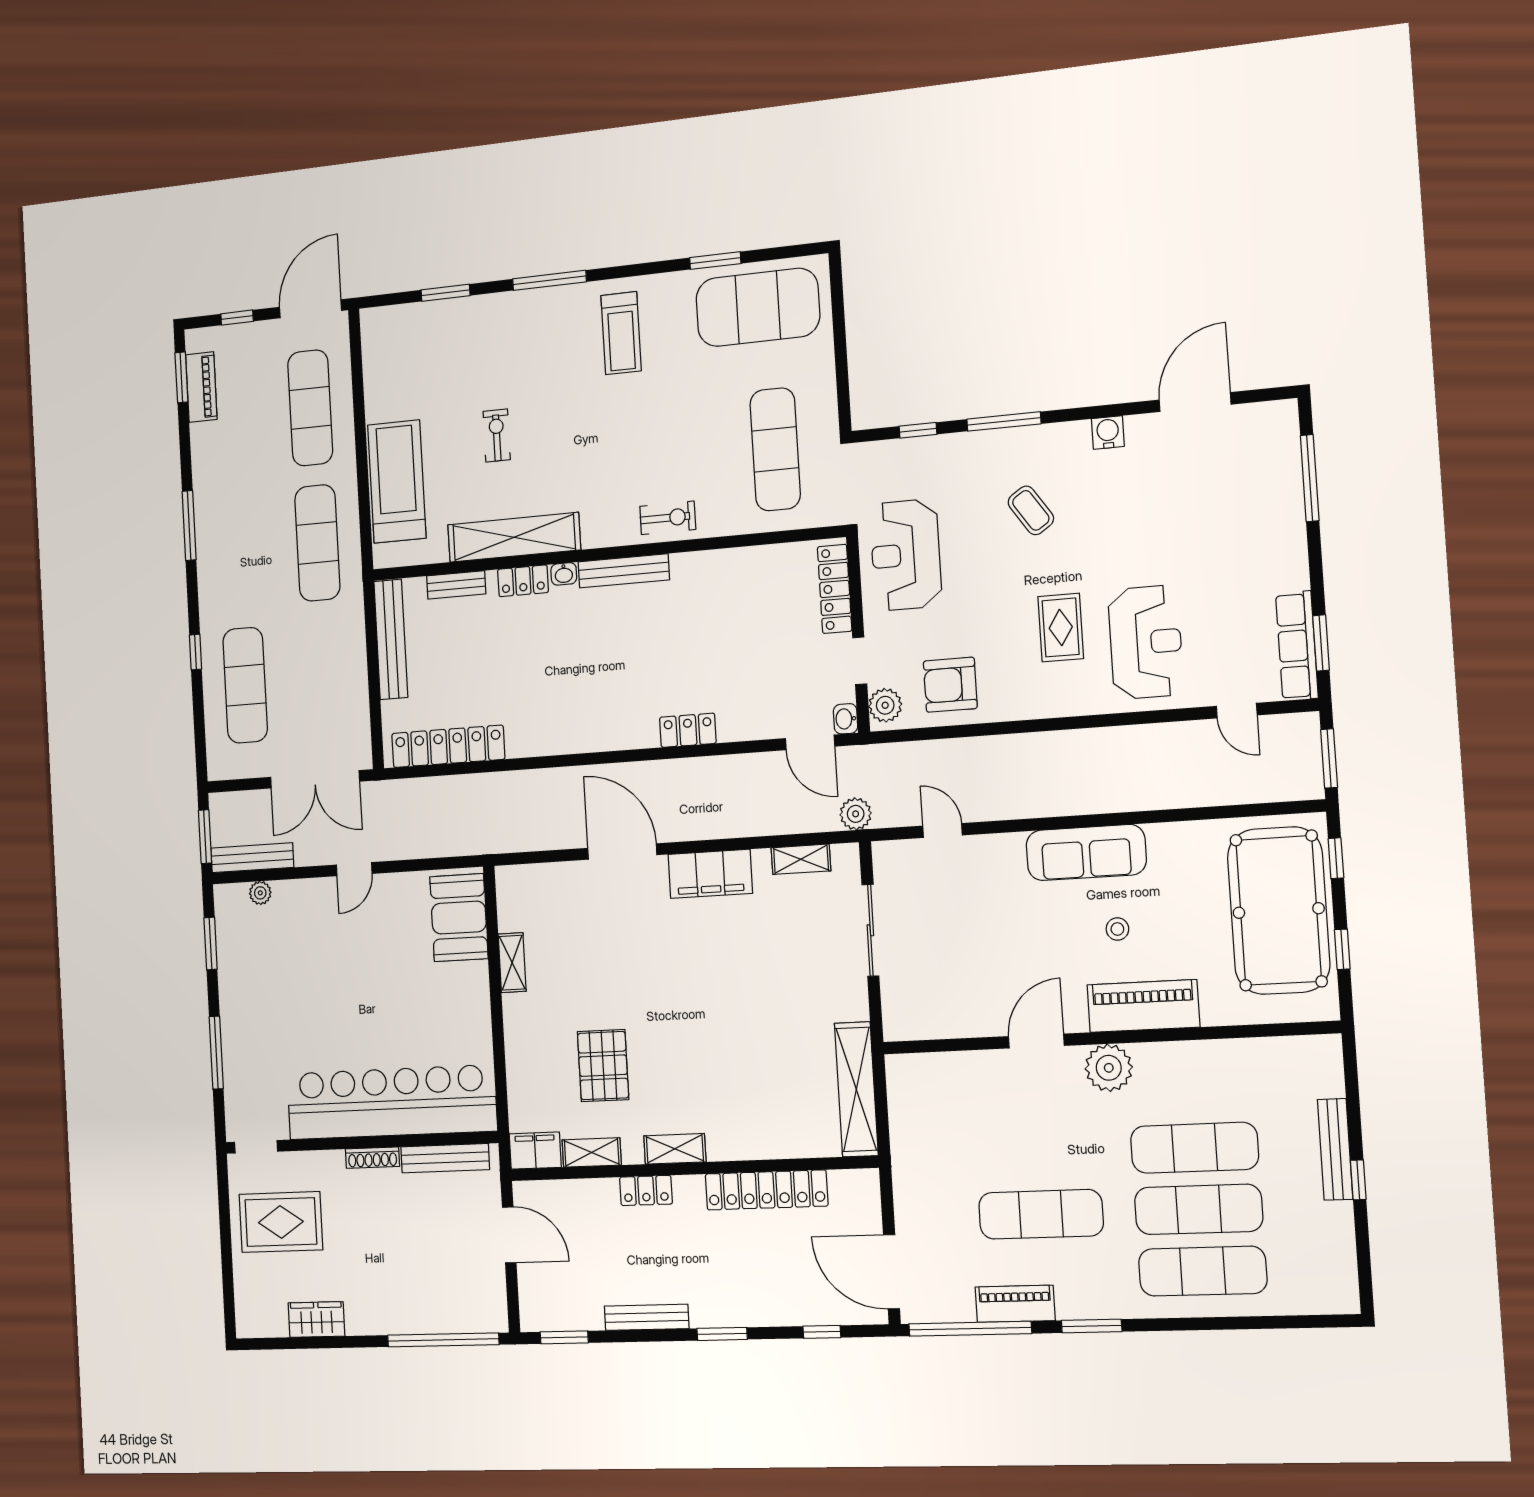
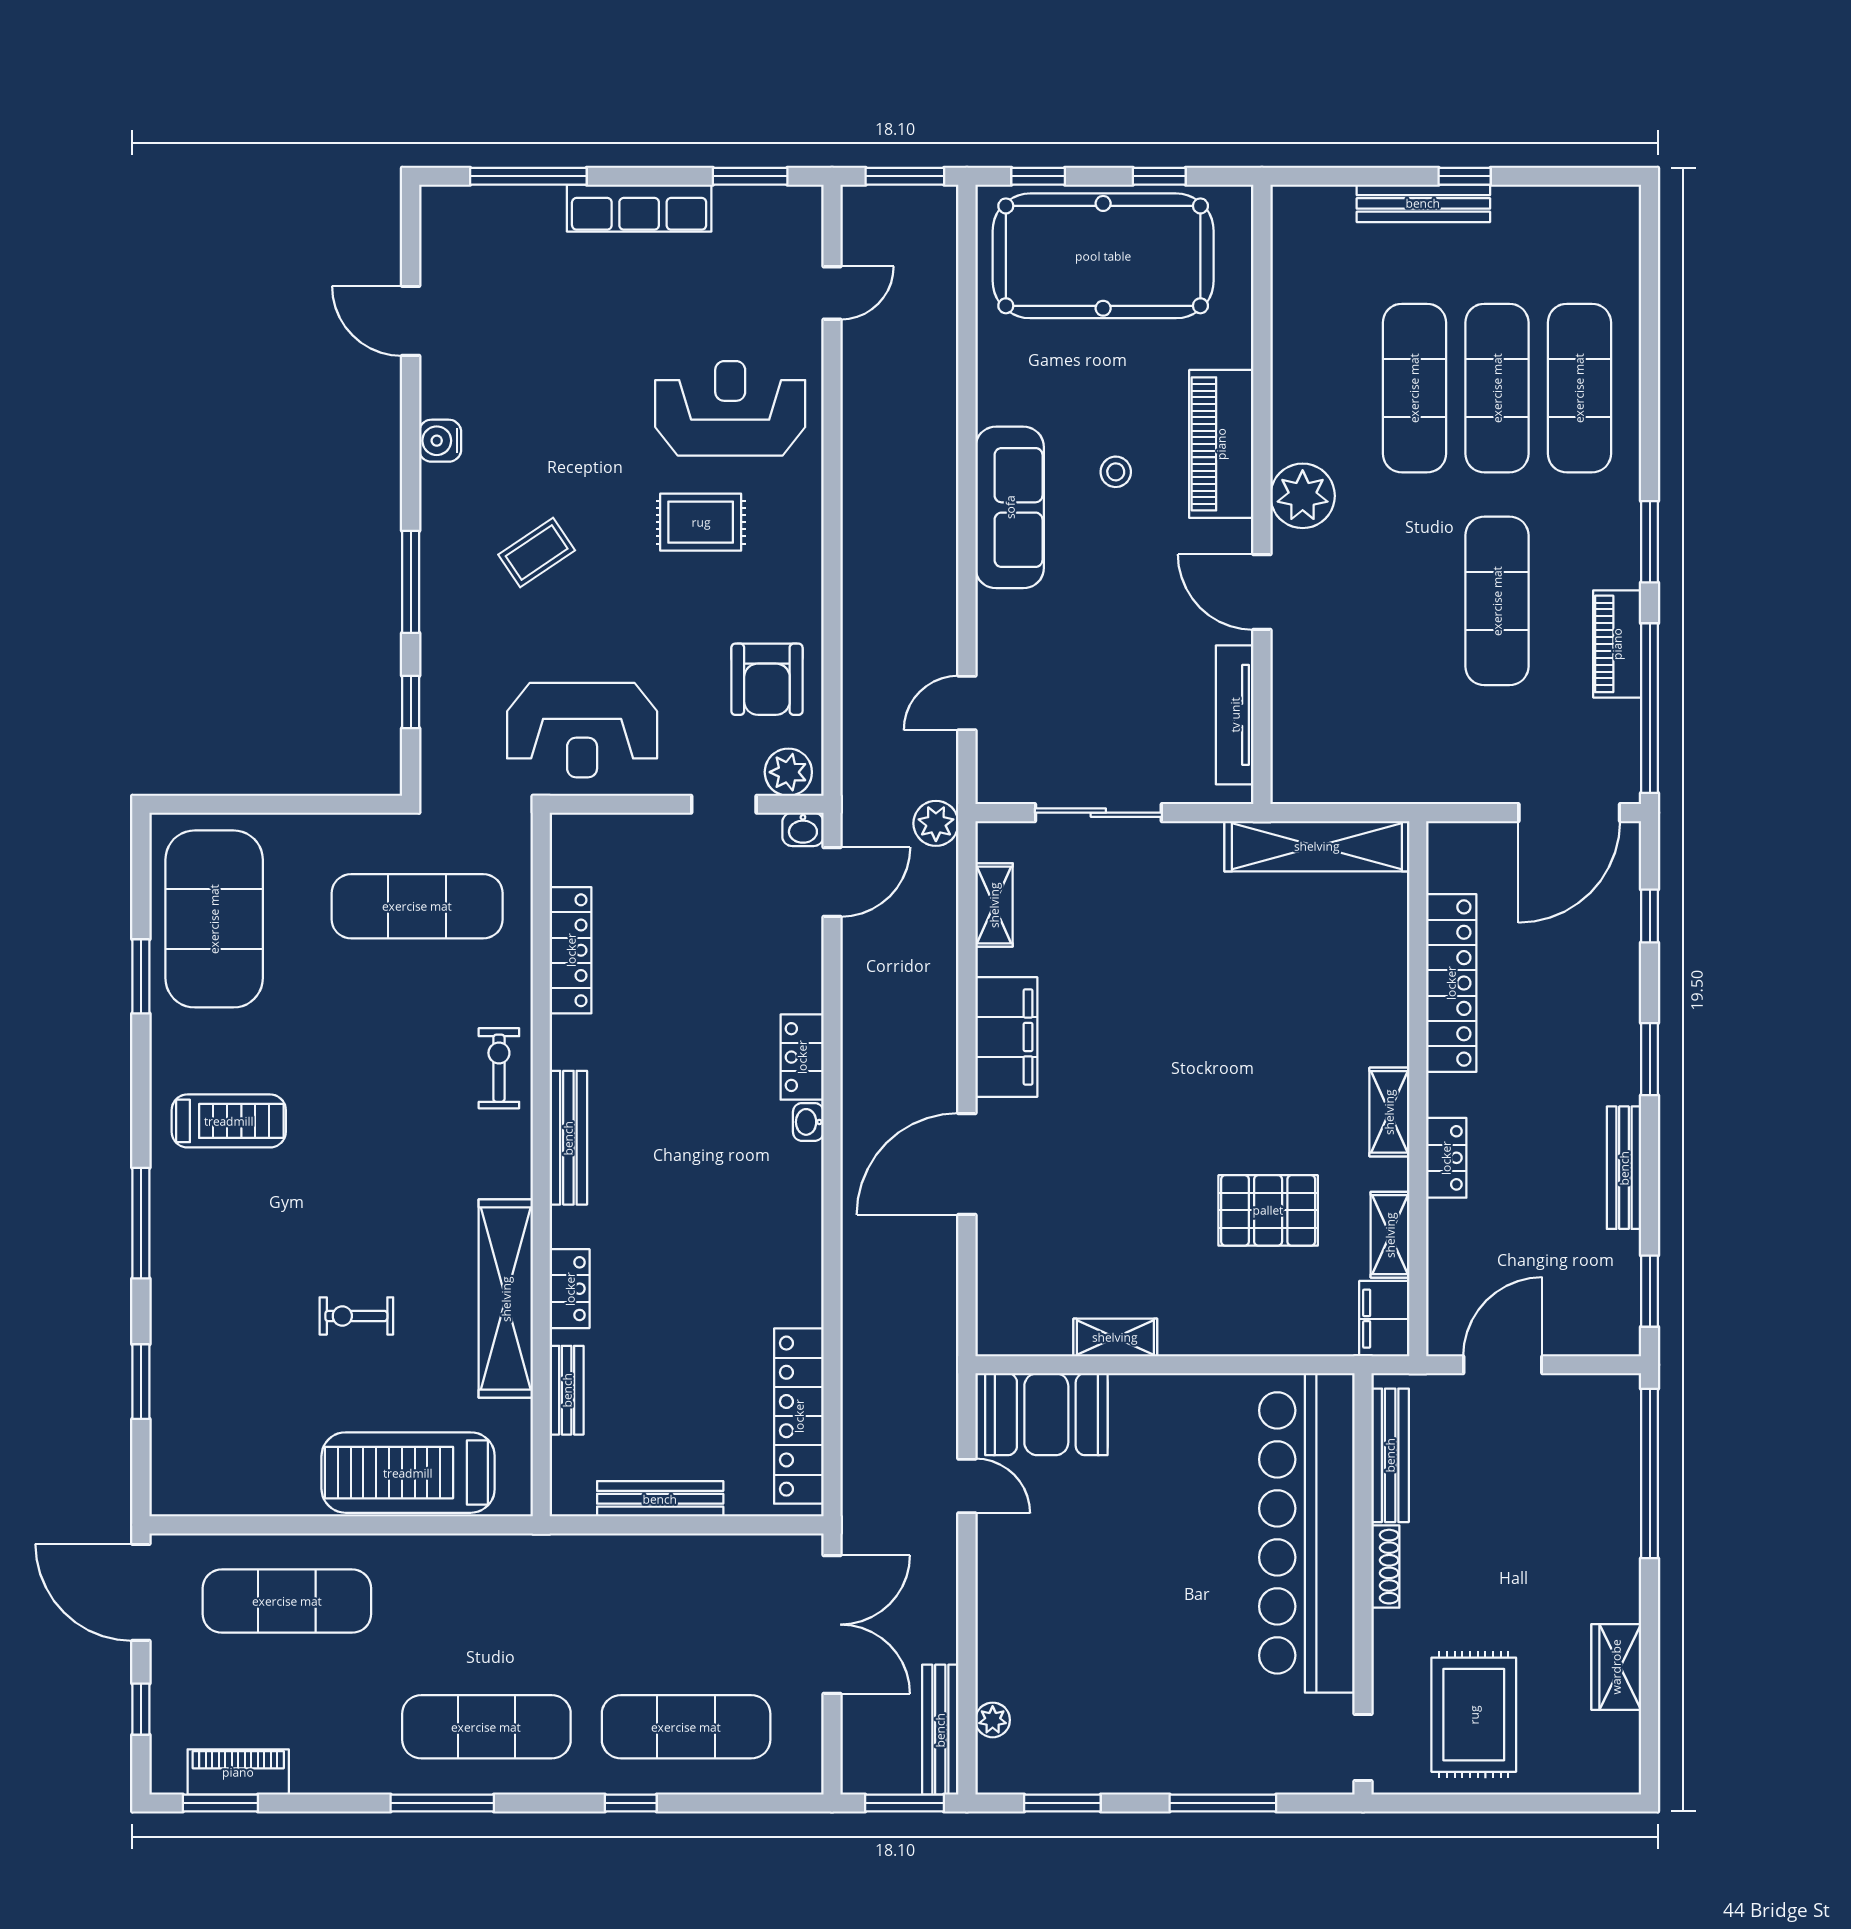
door: (1195, 402) -> (411, 321), width x0.73
exercise mat: (317, 543) -> (486, 1727), moved
washbasin: (564, 574) -> (808, 1122), moved, turned 180
locker: (835, 589) -> (571, 950), moved, turned -90
bench: (391, 639) -> (660, 1499), width x0.73, depth x0.82
row of seats: (1297, 646) -> (639, 208), moved
door: (354, 869) -> (967, 1486), moved
tv unit: (946, 1025) -> (1235, 715), added

